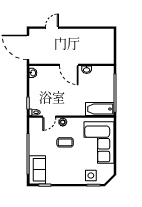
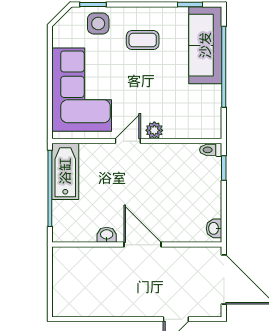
bathtub: (100, 109) -> (65, 171), moved, turned -90
door: (49, 117) -> (128, 141), moved
coffee table: (65, 142) -> (143, 40), moved
sofa: (37, 170) -> (205, 45), width x1.36

